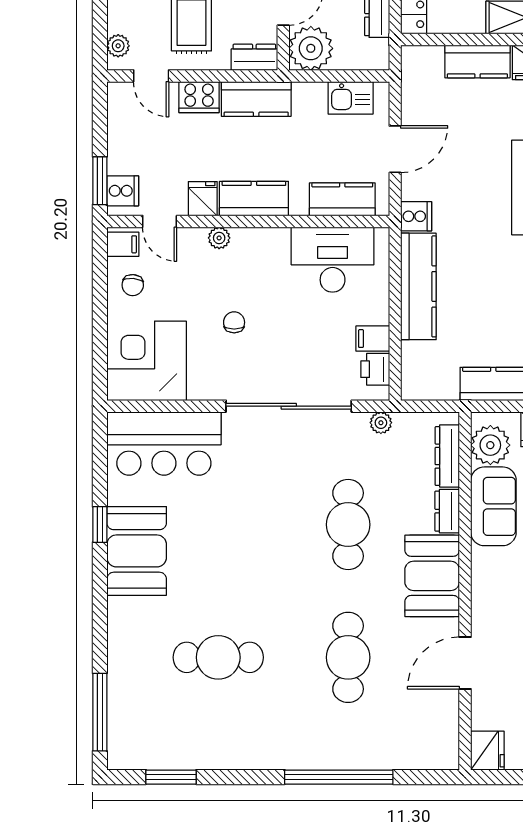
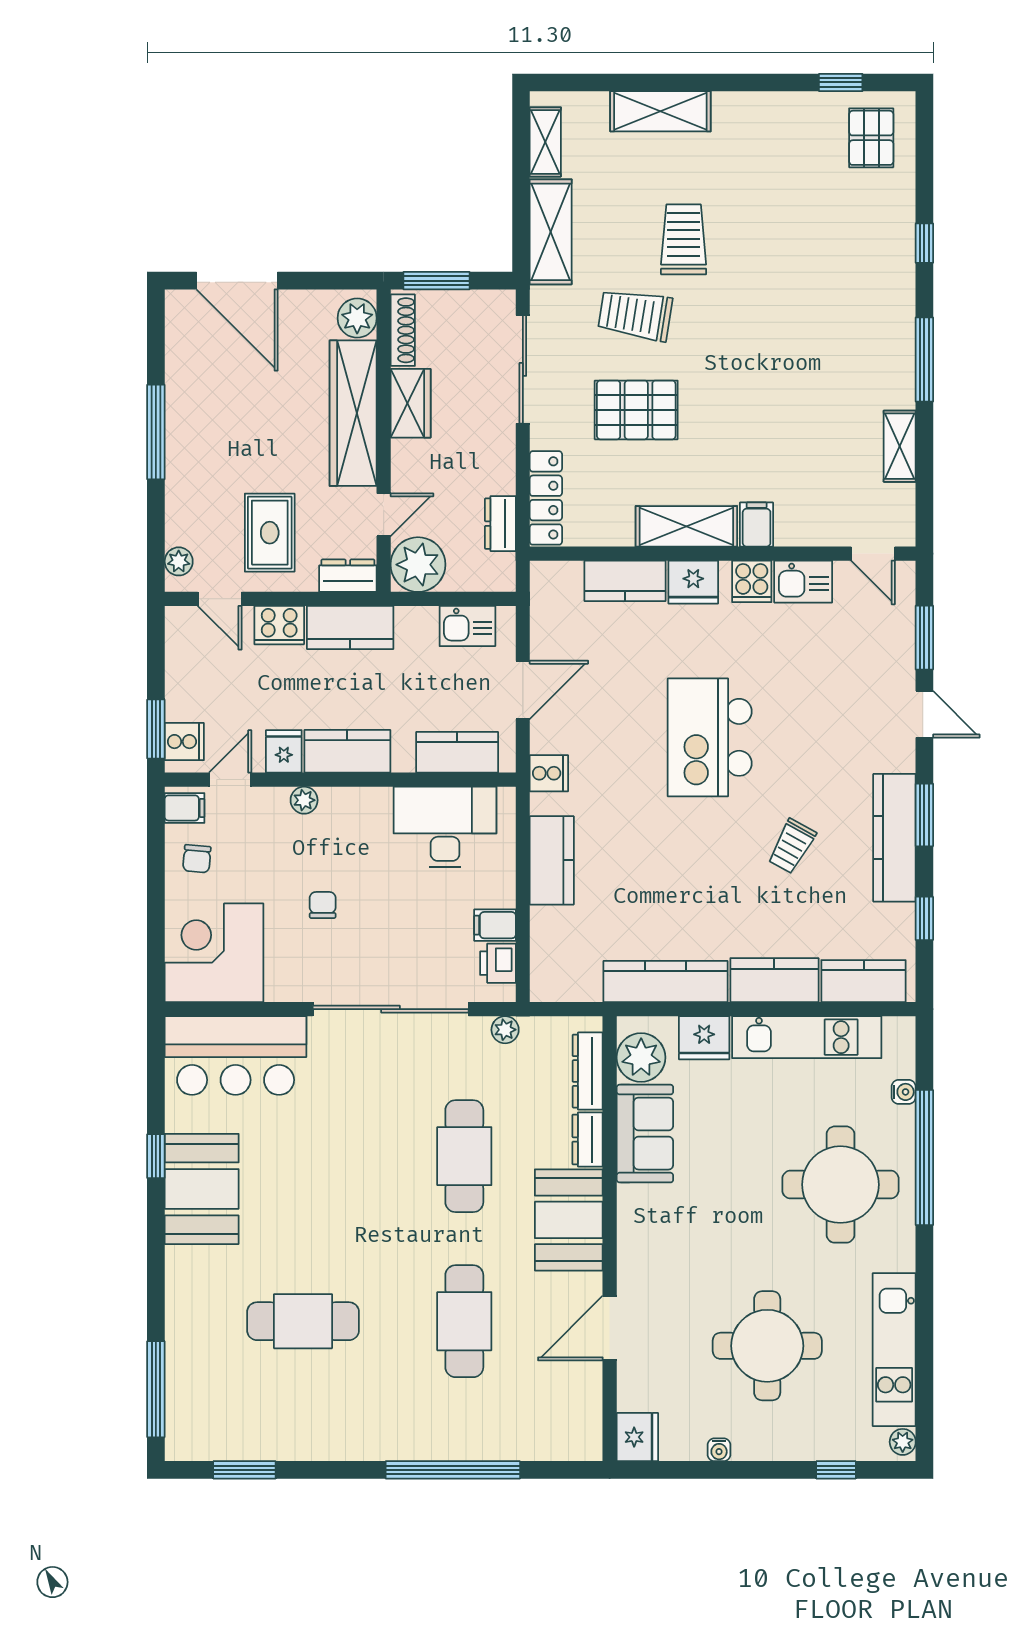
door: (160, 221) -> (230, 780), swing flipped
kitchen counter: (418, 286) -> (552, 860), width x0.67

